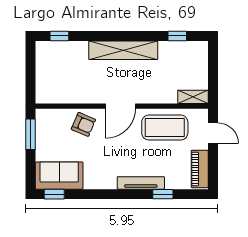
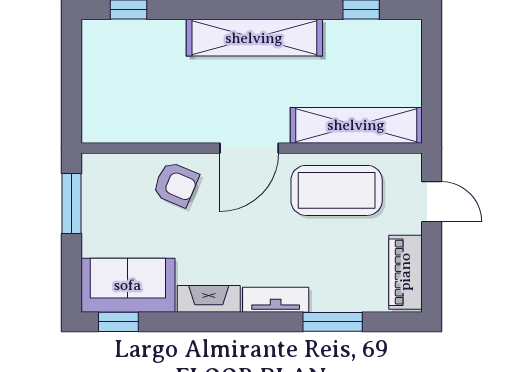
shelving: (193, 97) -> (356, 125), width x2.20, depth x1.33
fireplace: (100, 182) -> (209, 299), added
tv unit: (141, 183) -> (276, 300), width x0.71
window: (163, 194) -> (333, 322), width x1.50

